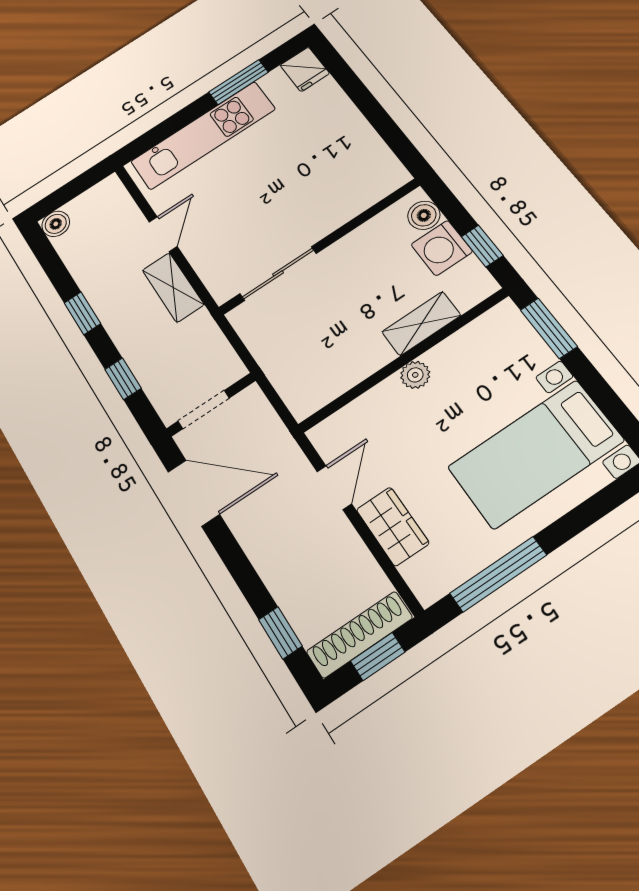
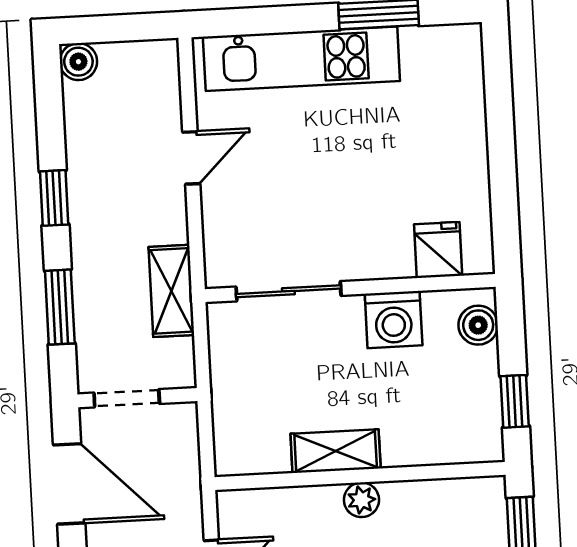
fridge: (305, 69) -> (438, 250), moved, turned 180
washing machine: (442, 248) -> (394, 320), moved, turned -90
shelving: (173, 287) -> (171, 291), moved
shelving: (421, 324) -> (336, 451), moved
window: (123, 379) -> (60, 307), width x1.50

